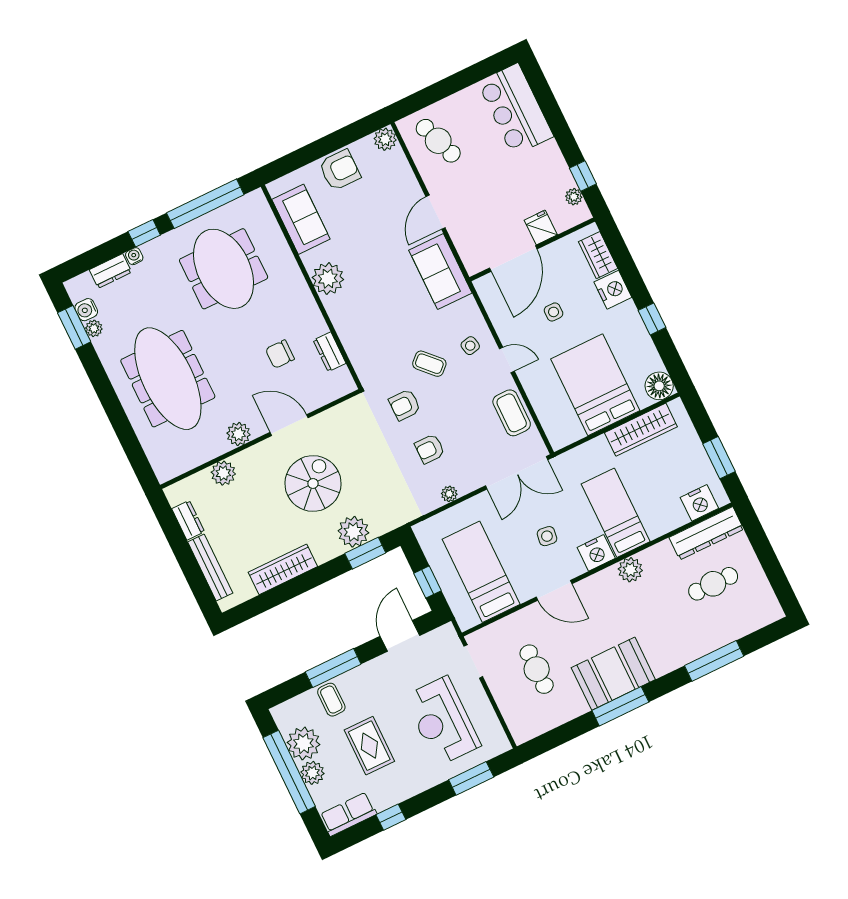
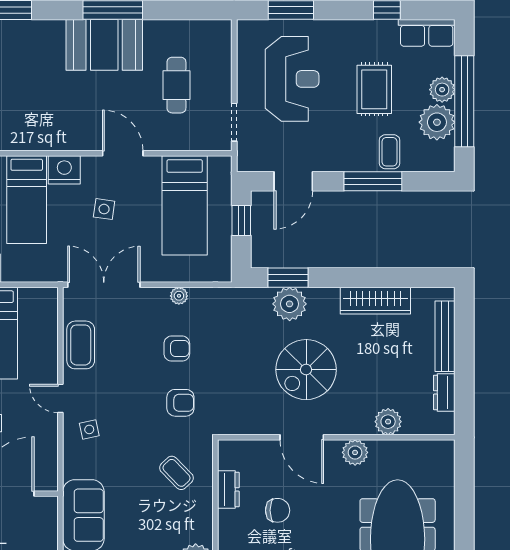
coffee table: (429, 364) -> (176, 473), moved
plant: (630, 570) -> (39, 138), removed

